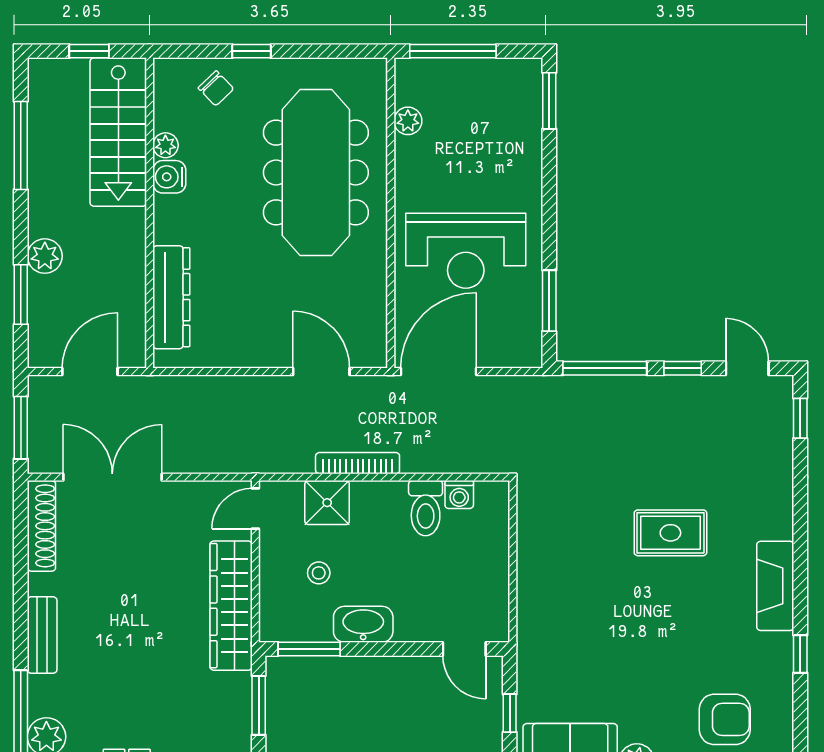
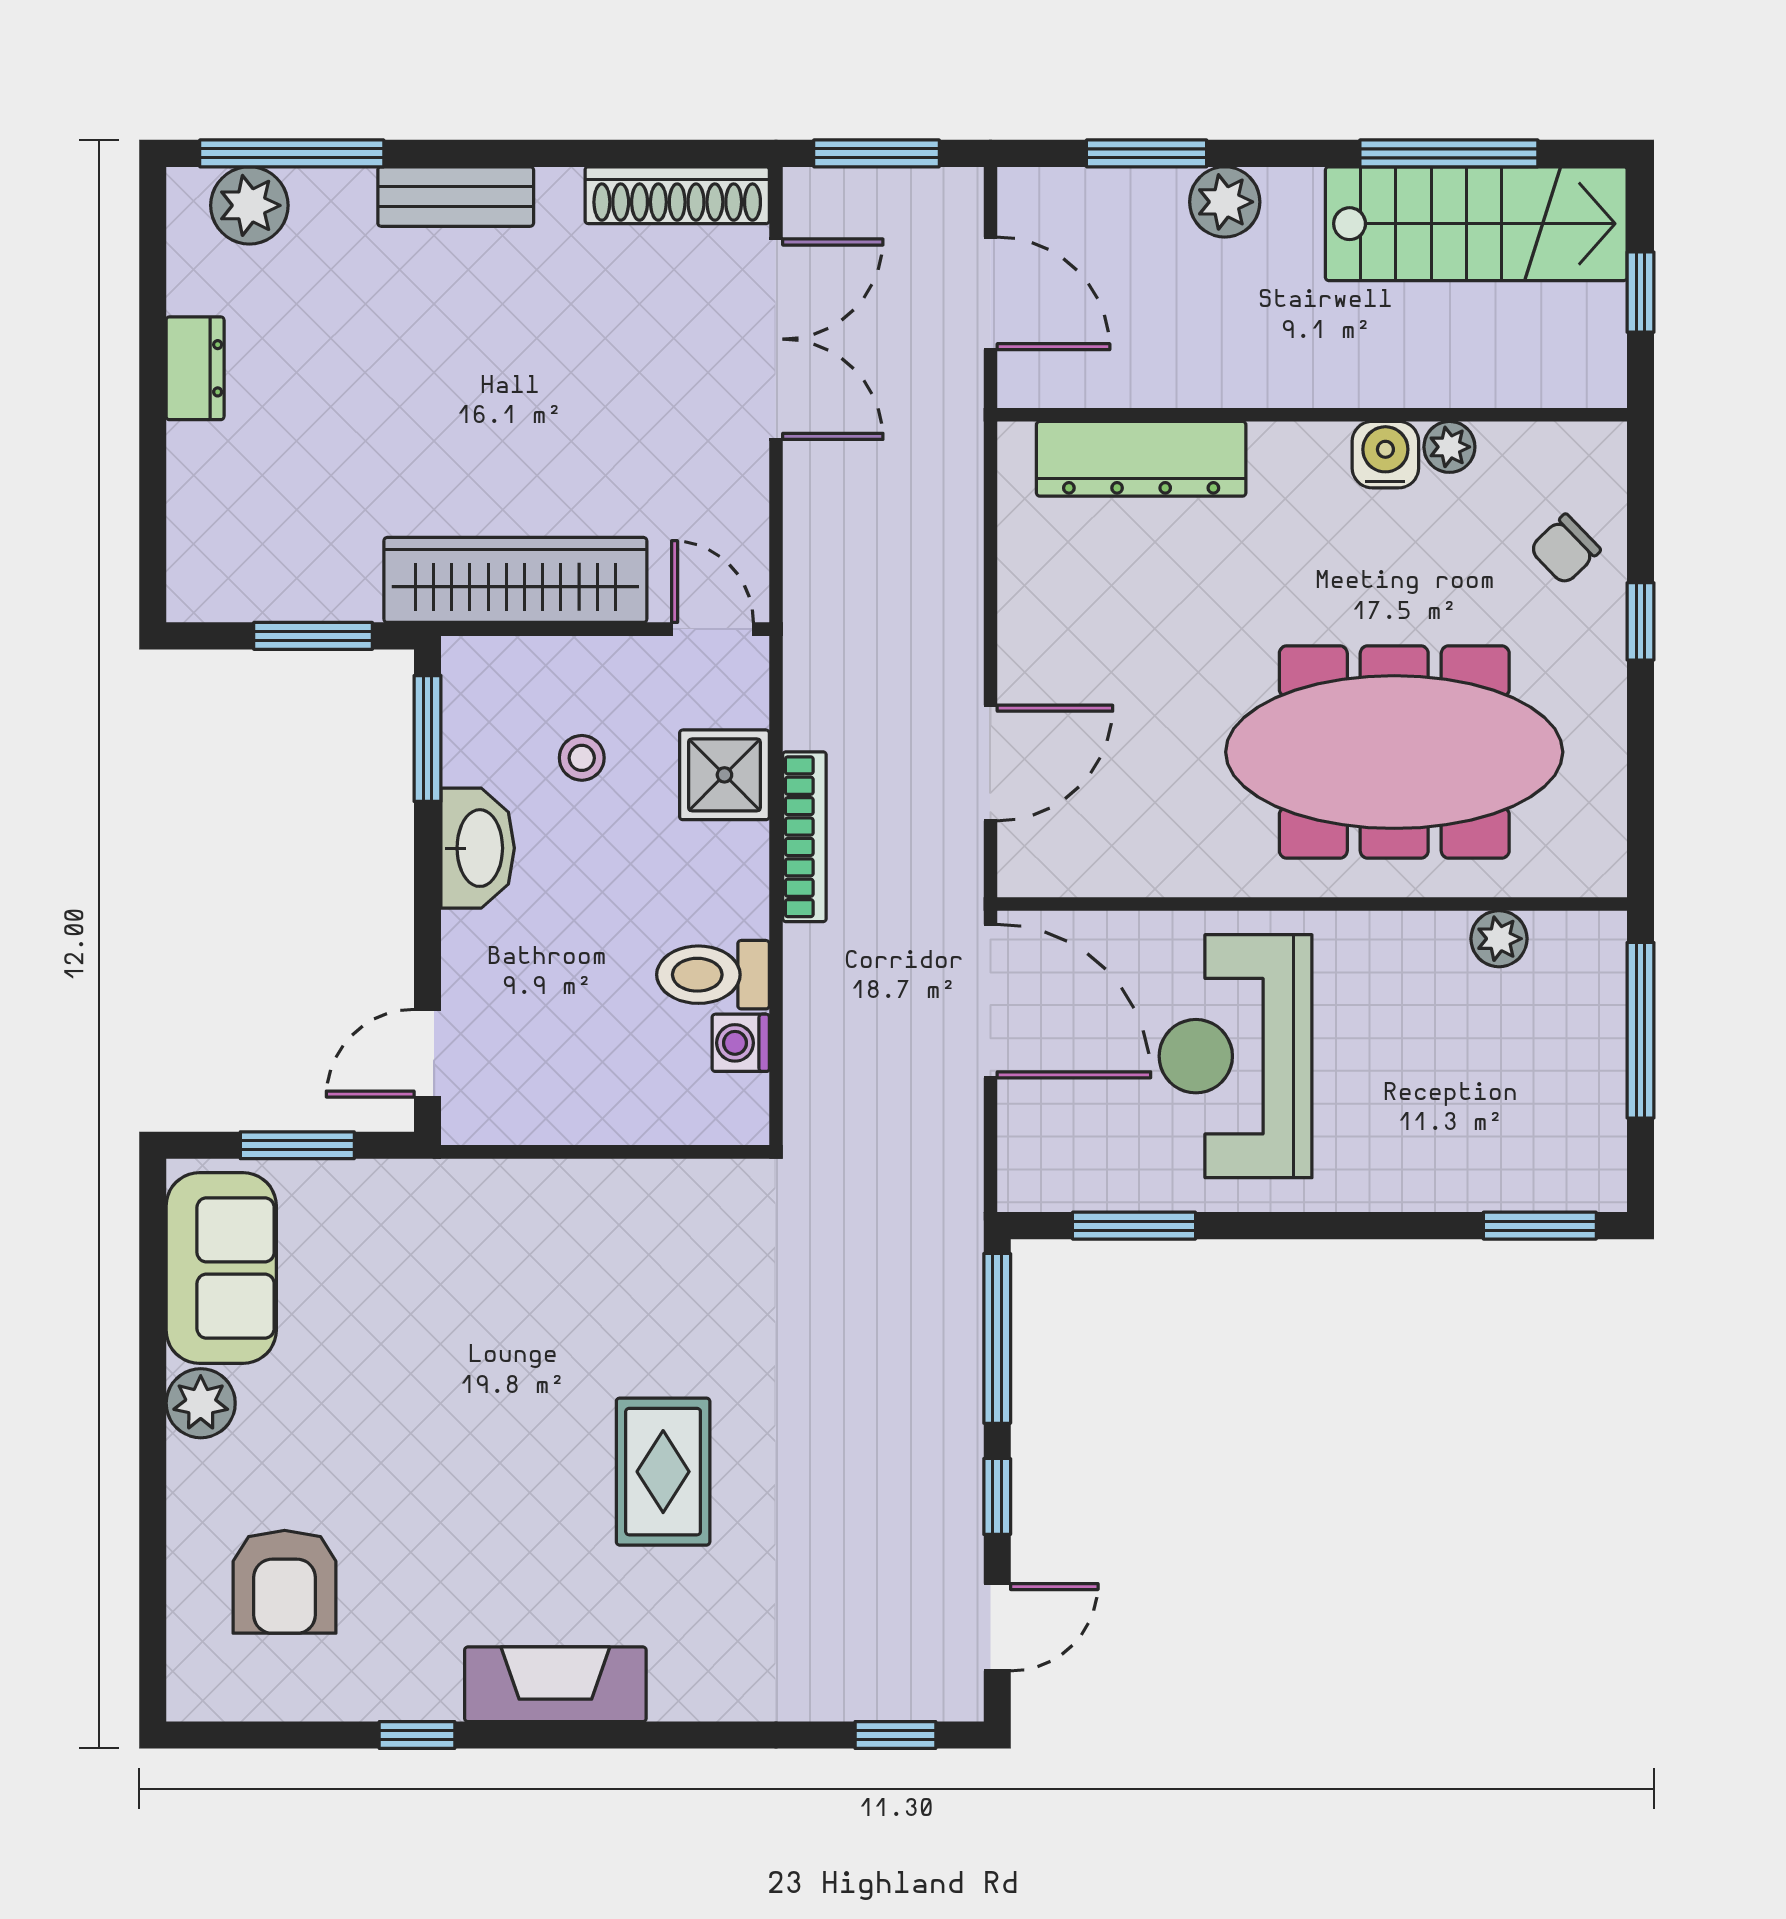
stairs: (118, 132) -> (1476, 224), moved, turned 180
window: (510, 713) -> (297, 1145), width x1.50

